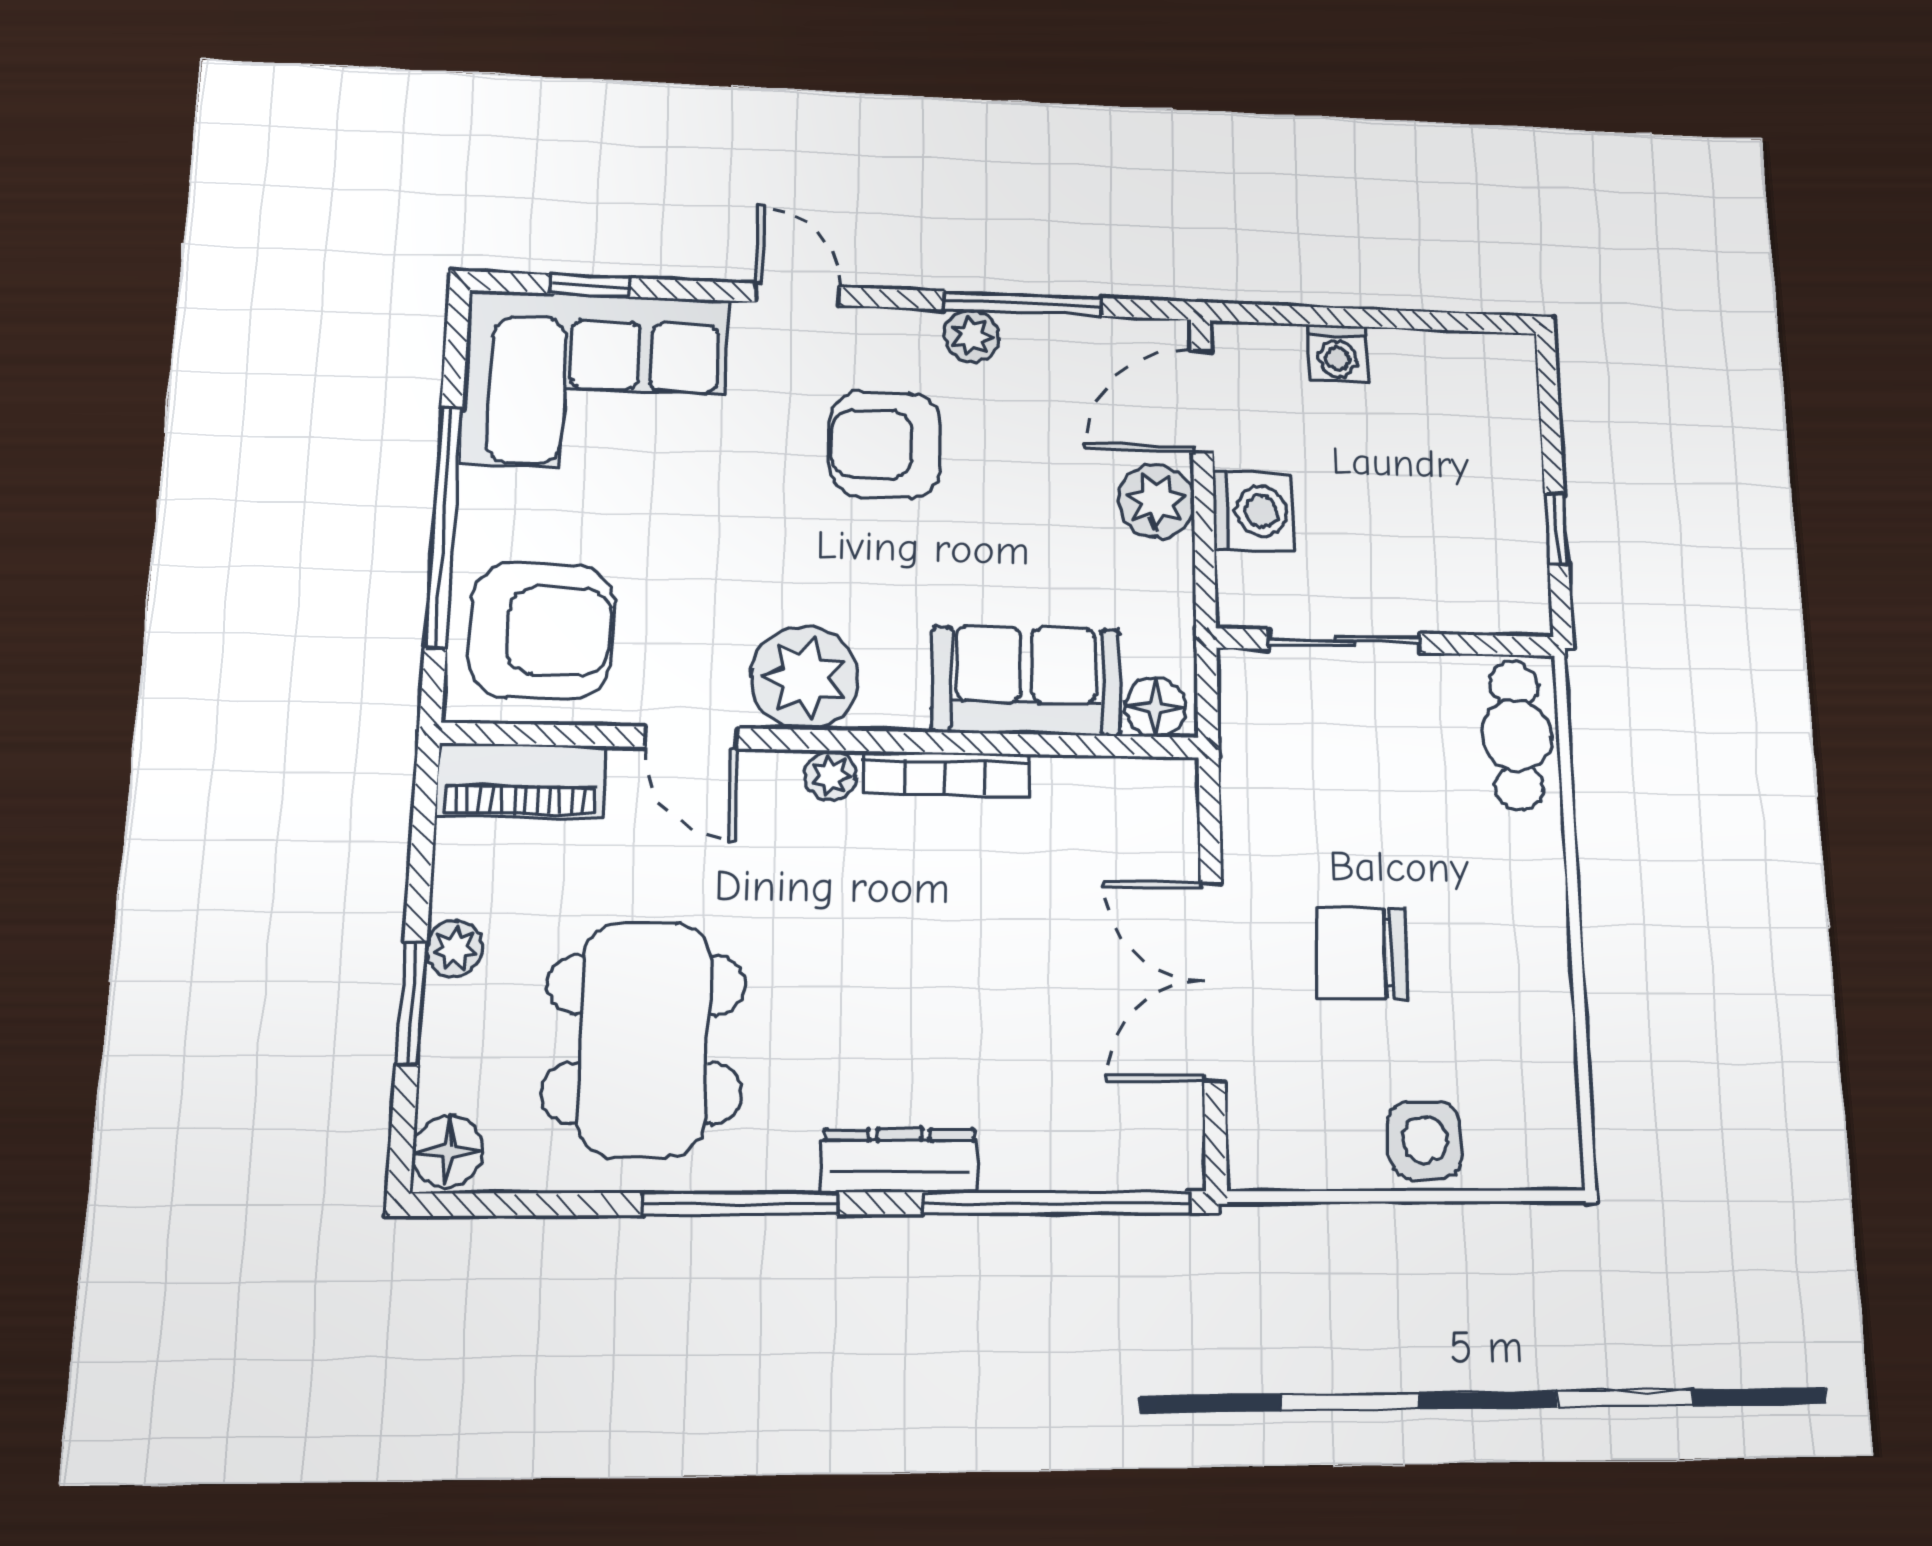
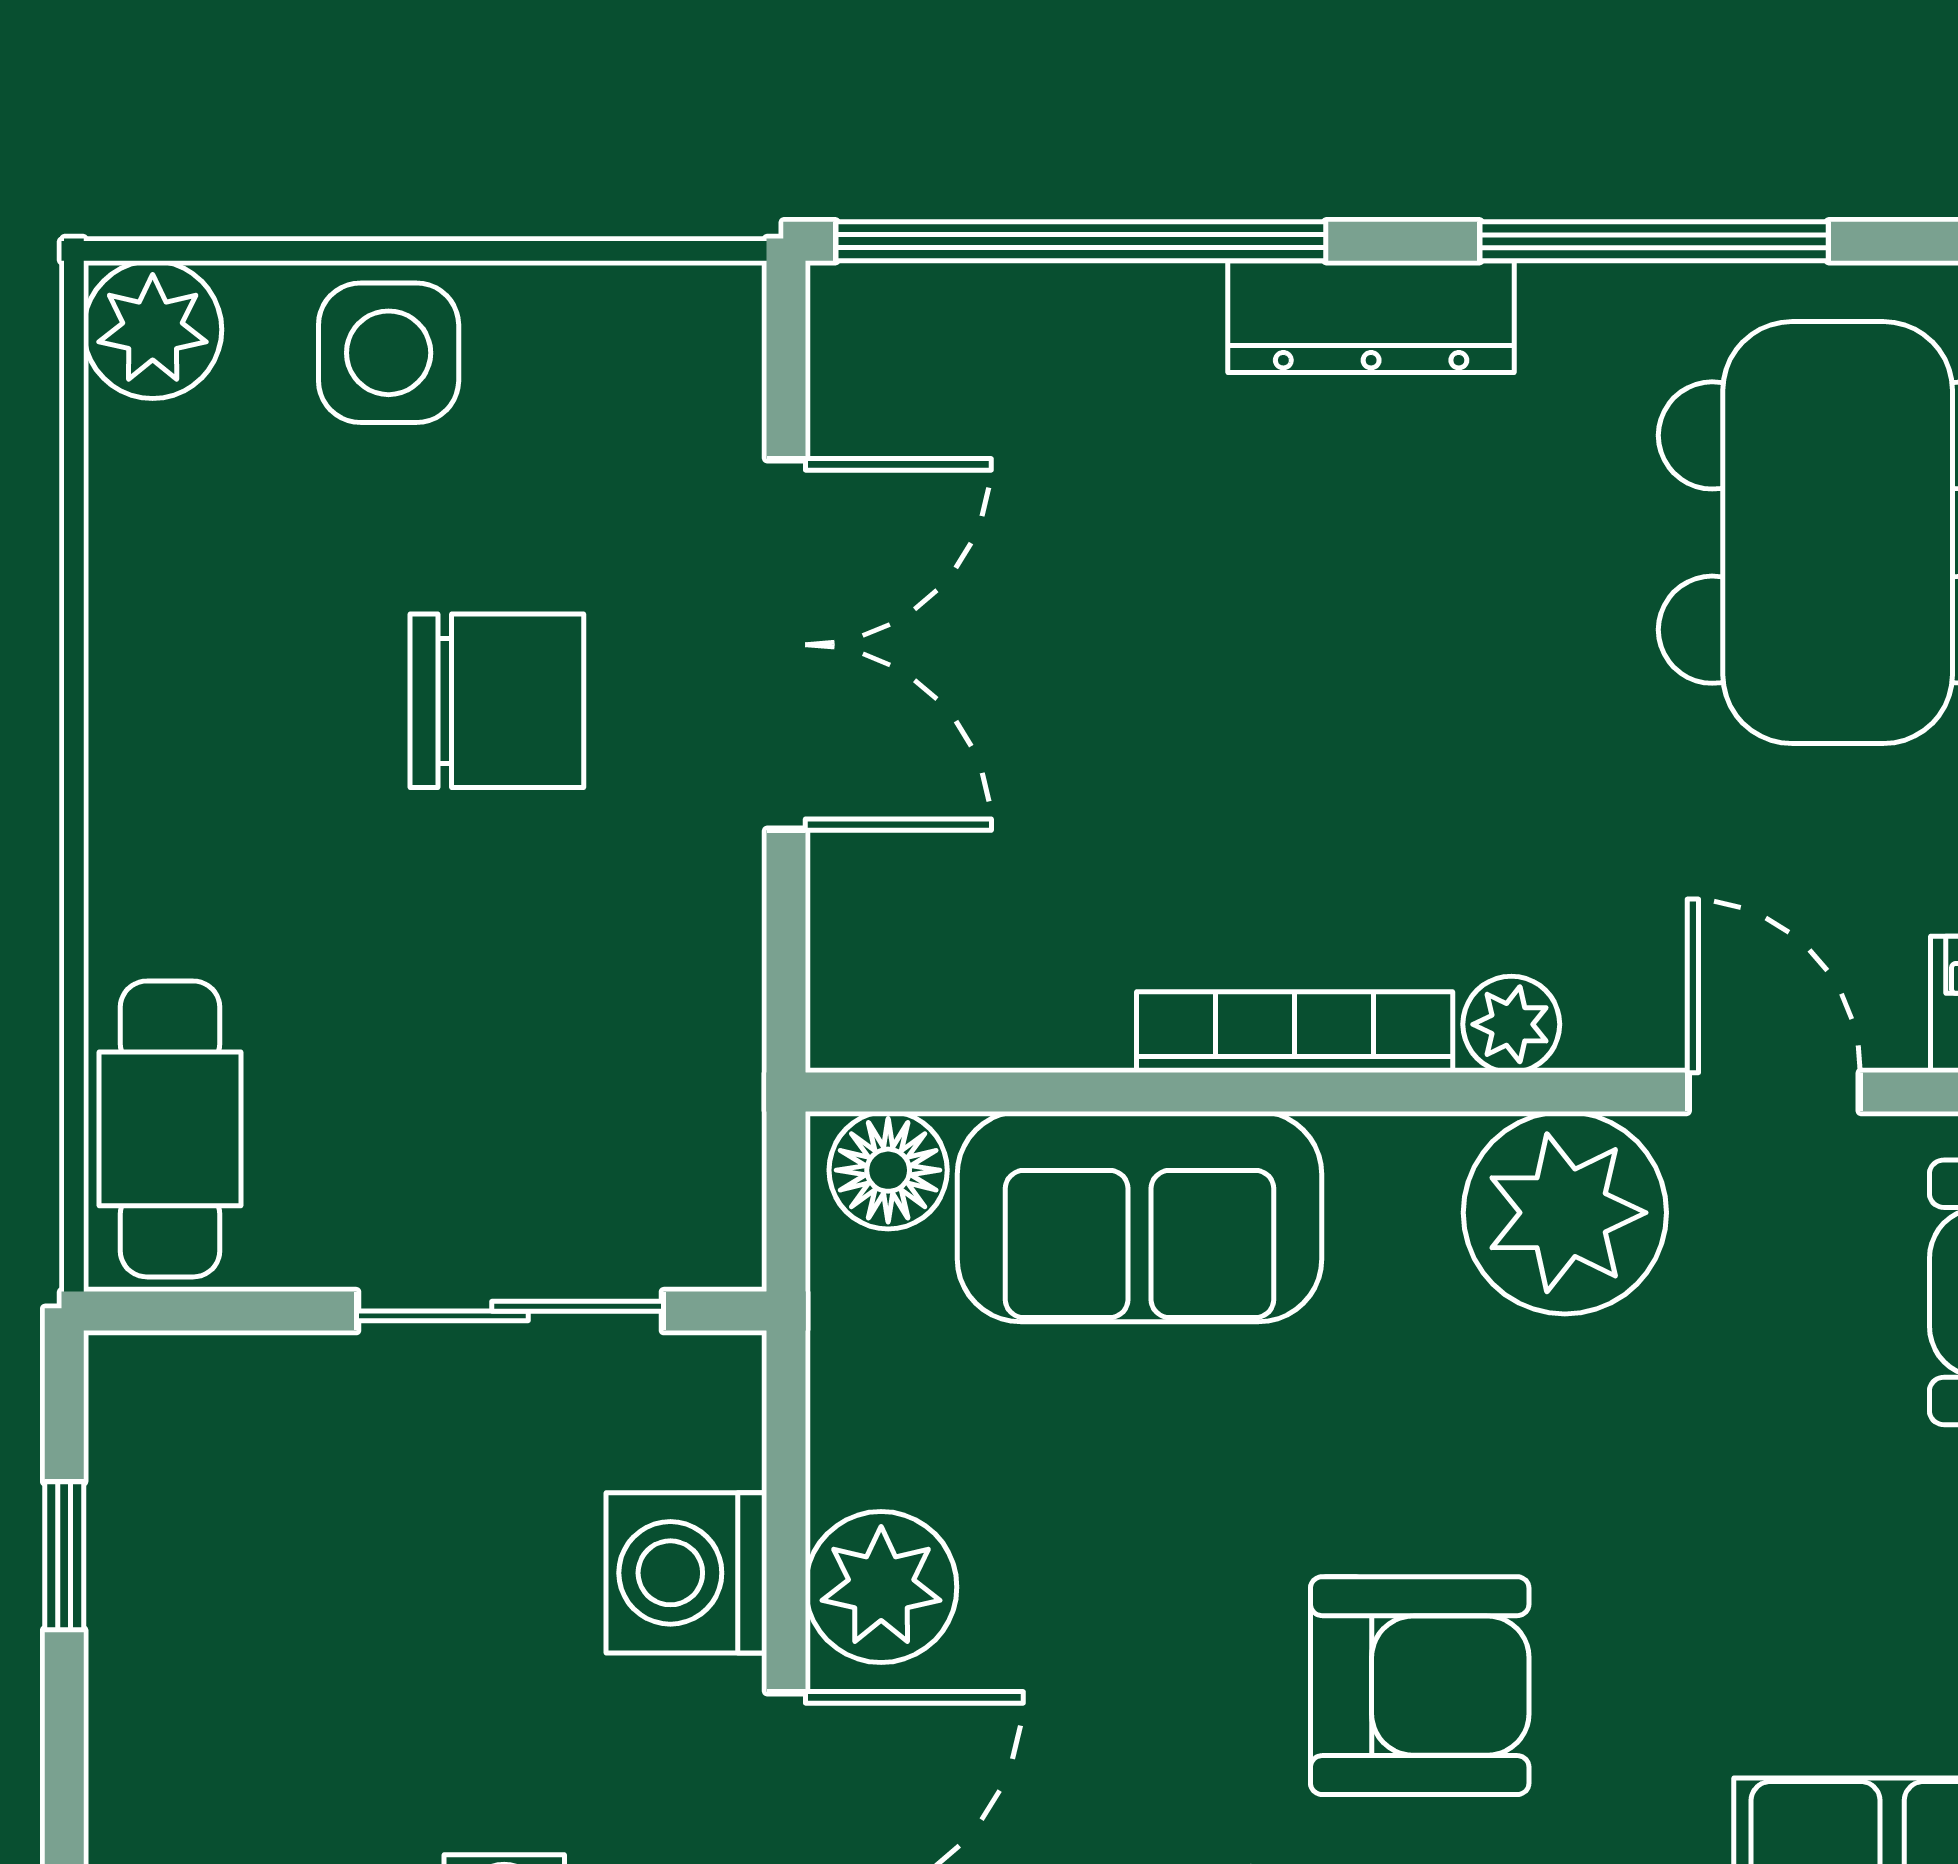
plant: (1548, 1153) -> (153, 330), added

